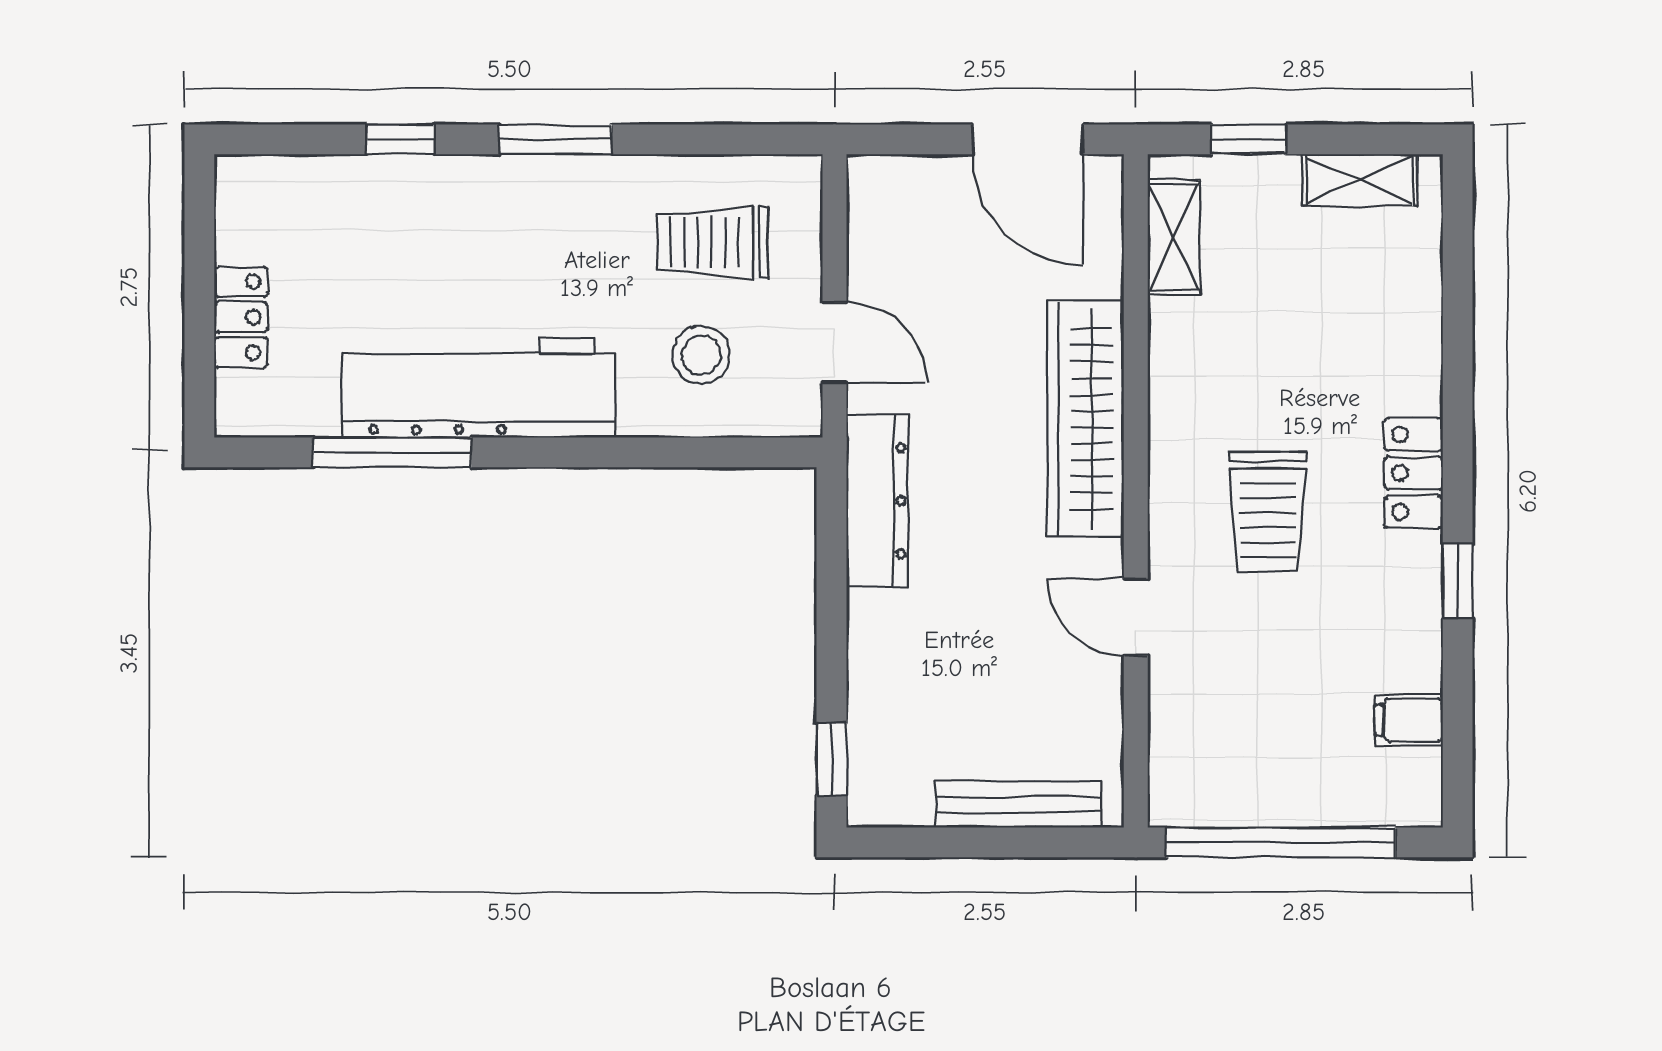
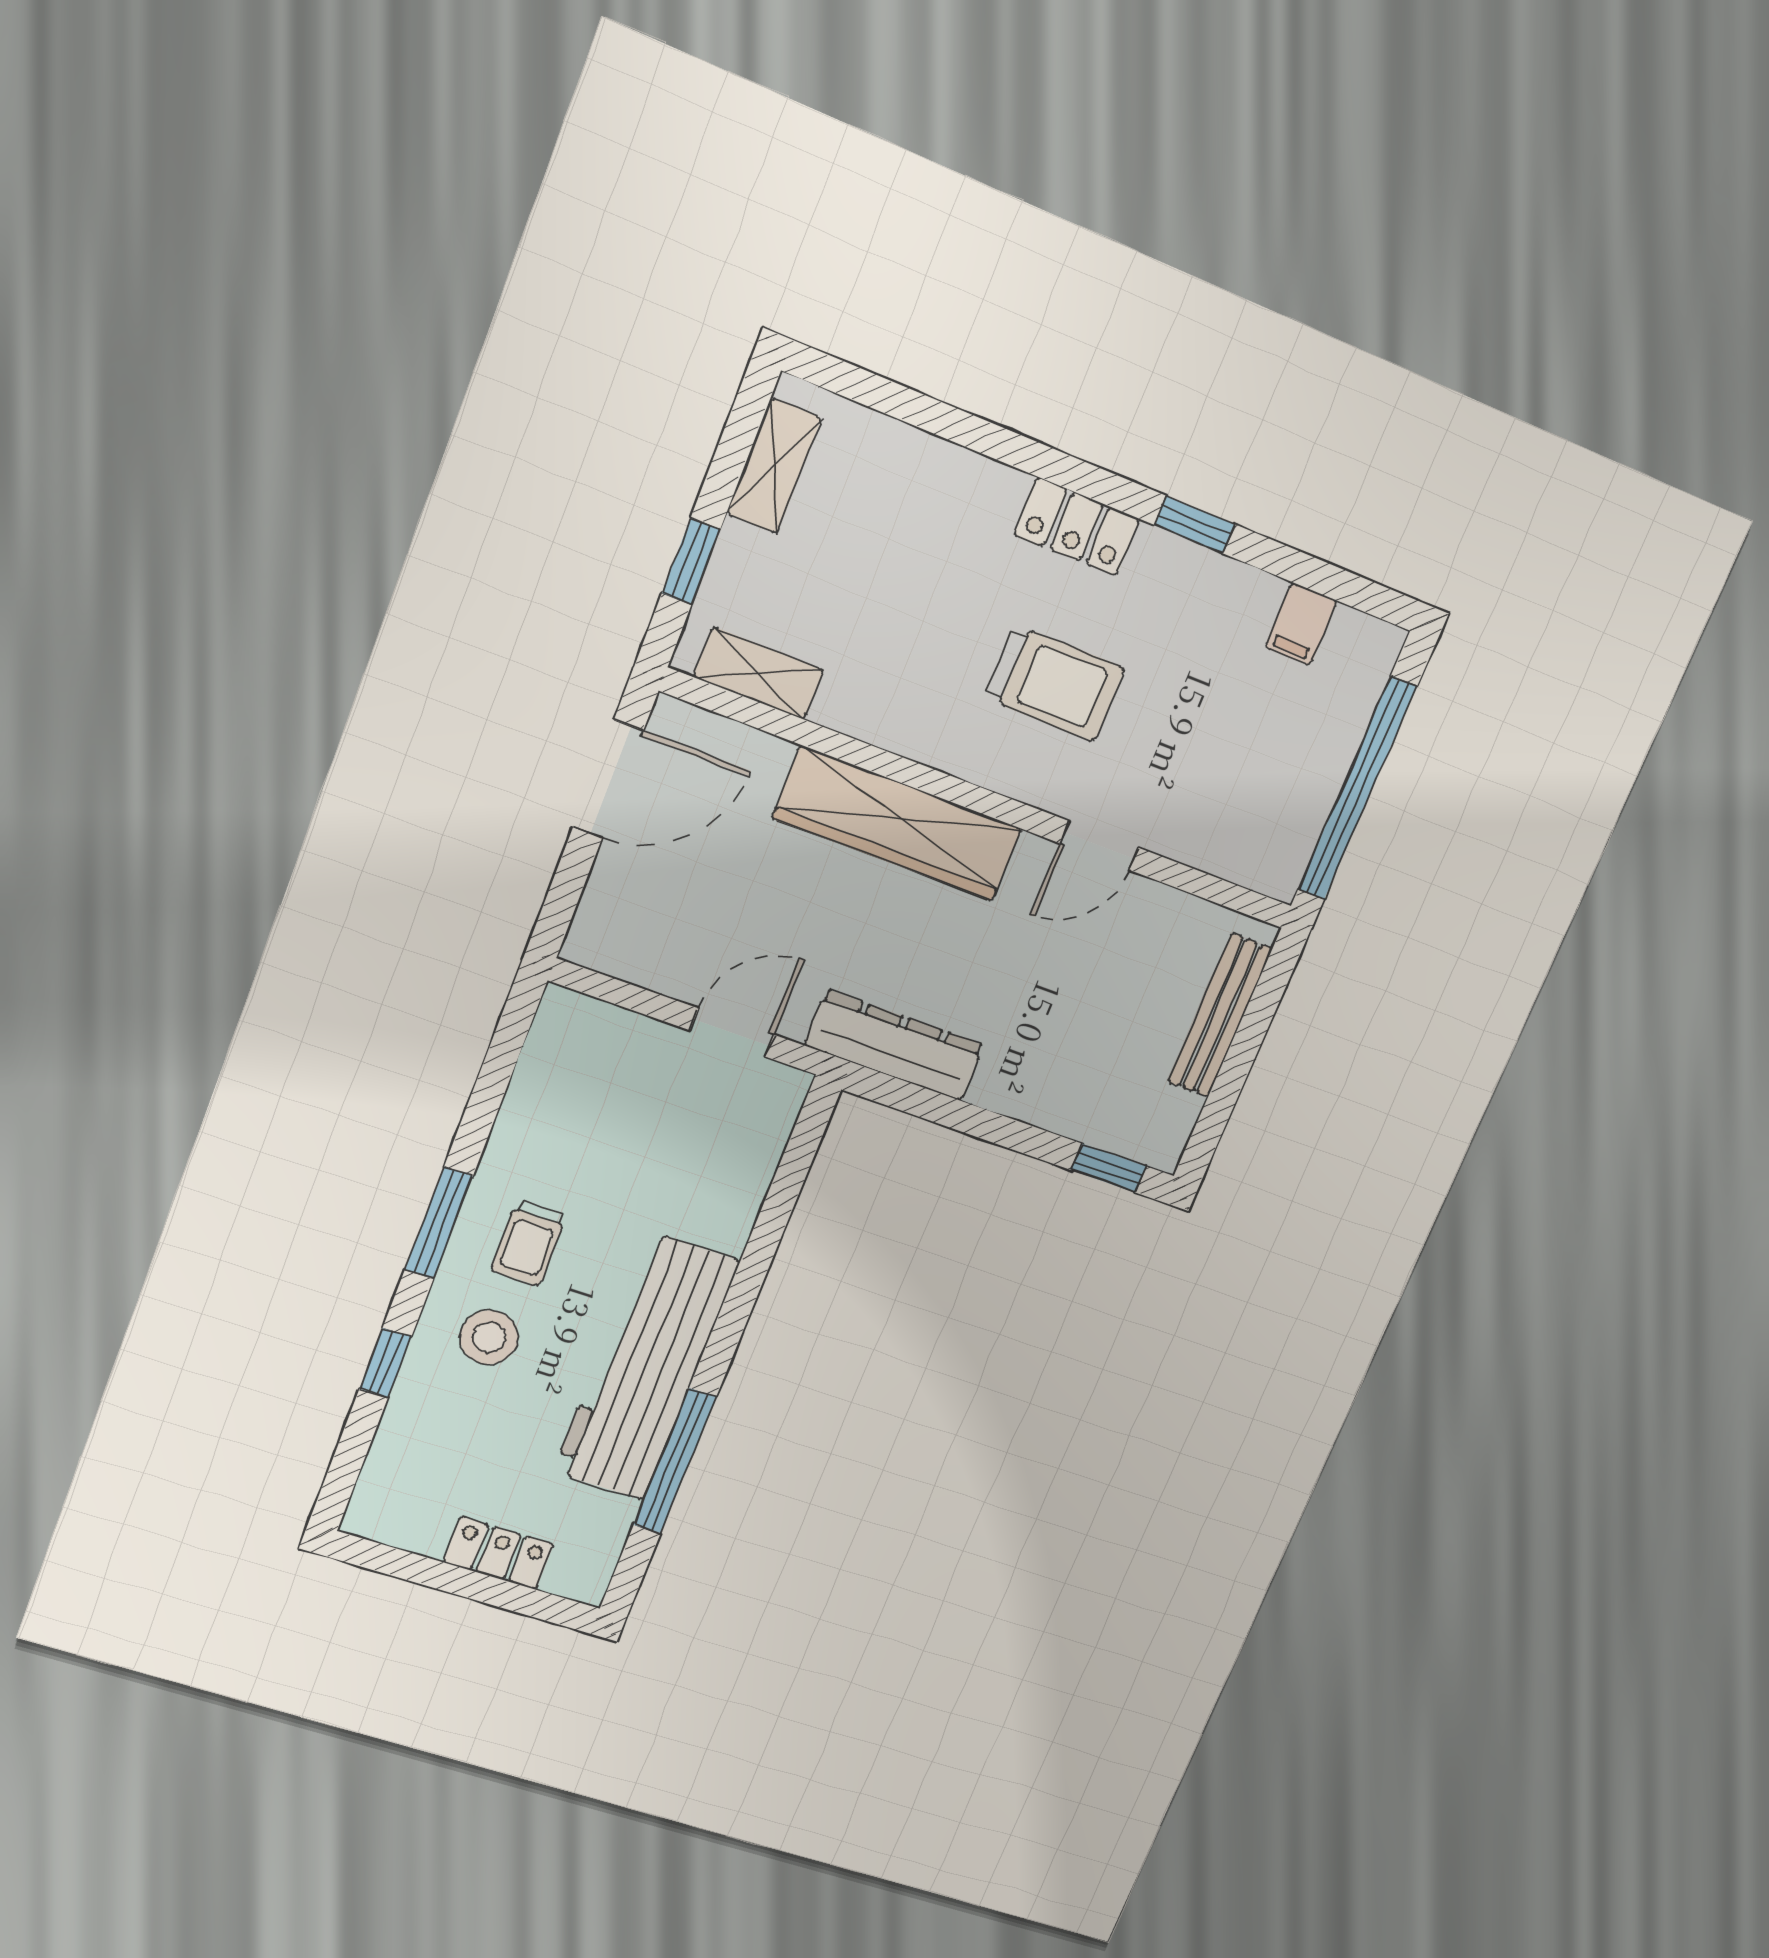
trolley: (713, 242) -> (529, 1243), moved, width x0.73, depth x0.72
stool: (701, 355) -> (489, 1337), moved

